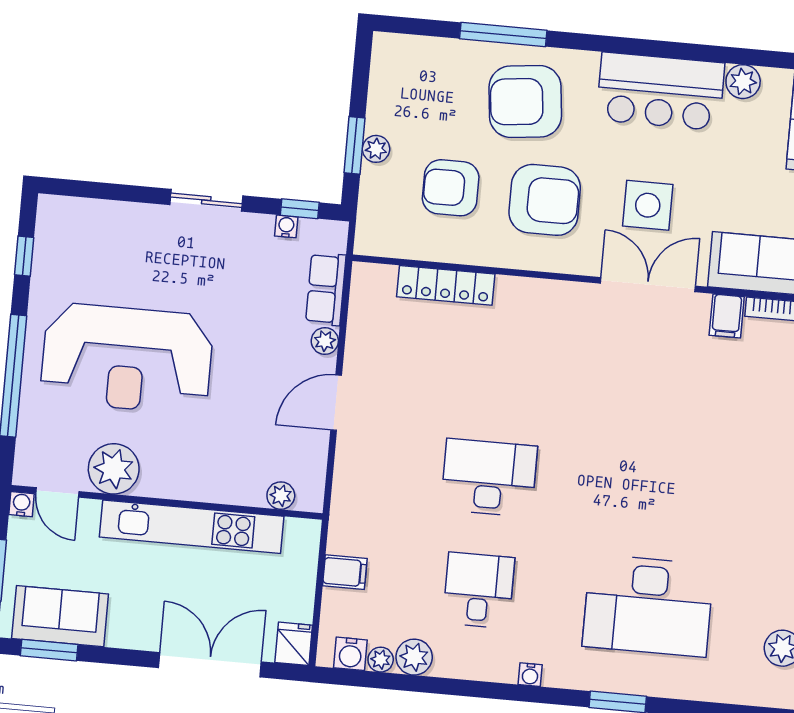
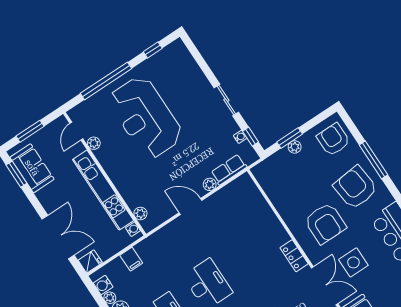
armchair: (451, 188) -> (333, 140), moved
locker: (446, 285) -> (294, 256), moved, width x0.66
plant: (114, 469) -> (94, 143), width x0.53, depth x0.53
water cooler: (21, 504) -> (133, 229), moved

